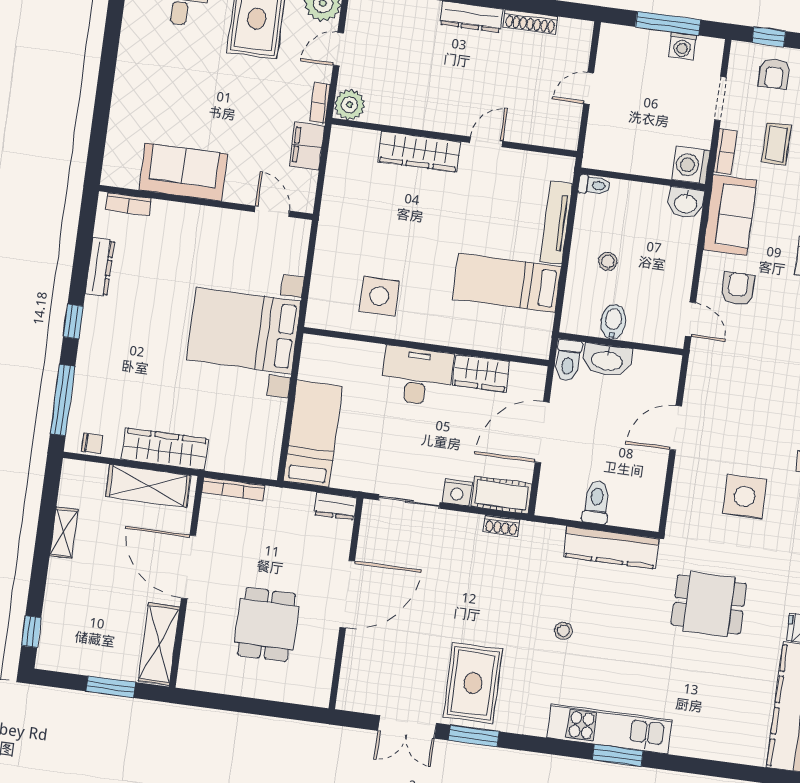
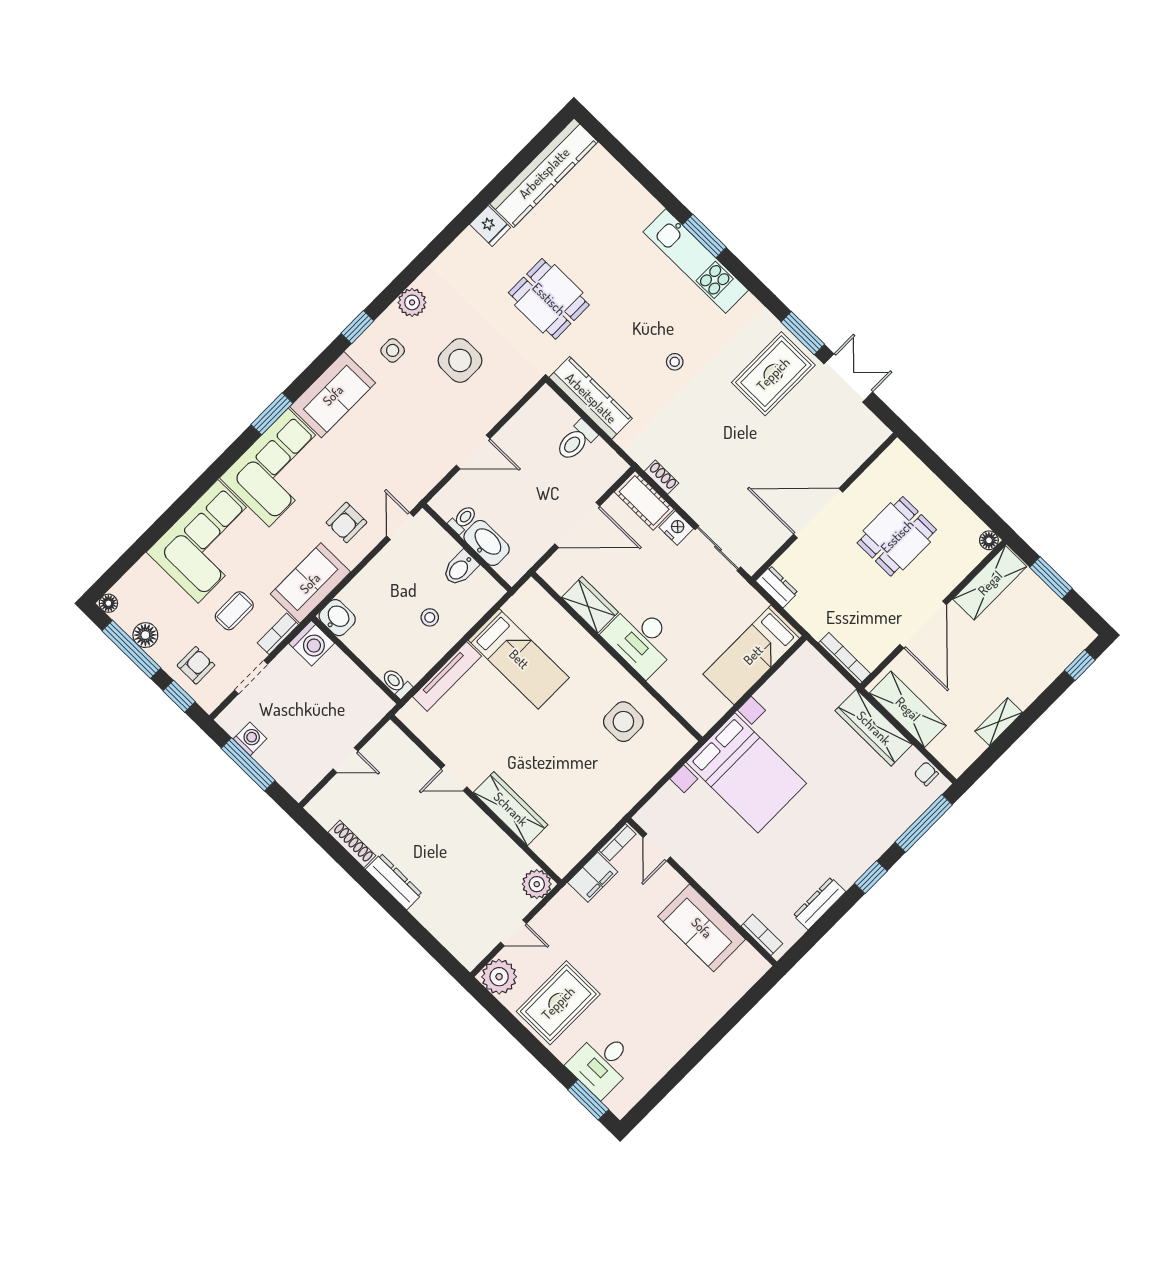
bookcase: (320, 103) -> (618, 842), moved
toilet: (568, 360) -> (463, 519), moved, width x0.73, depth x0.72
floor lamp: (186, 679) -> (989, 540), added

